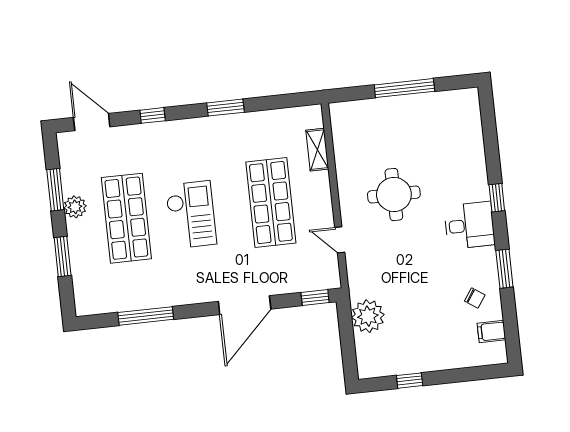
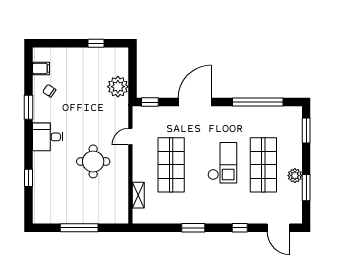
window: (497, 198) -> (29, 178), moved
checkout: (191, 215) -> (222, 163), turned 180
door: (340, 240) -> (130, 137), swing flipped
window: (63, 256) -> (306, 131), moved
window: (146, 316) -> (258, 102), width x1.46

